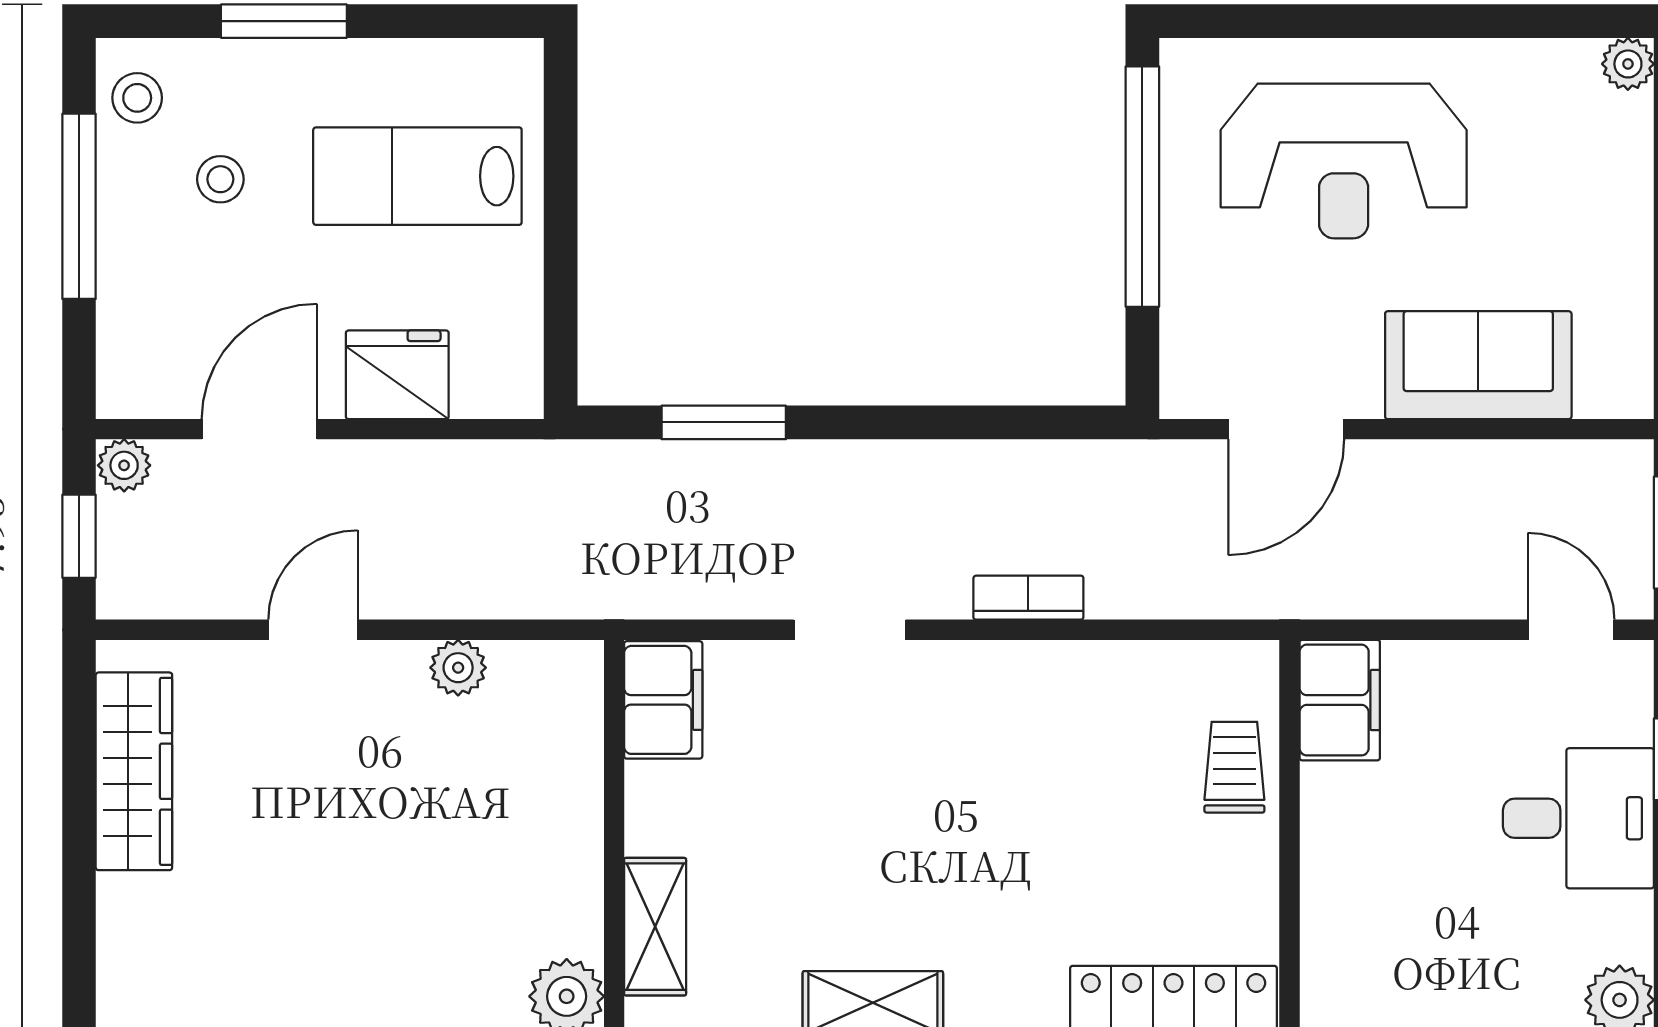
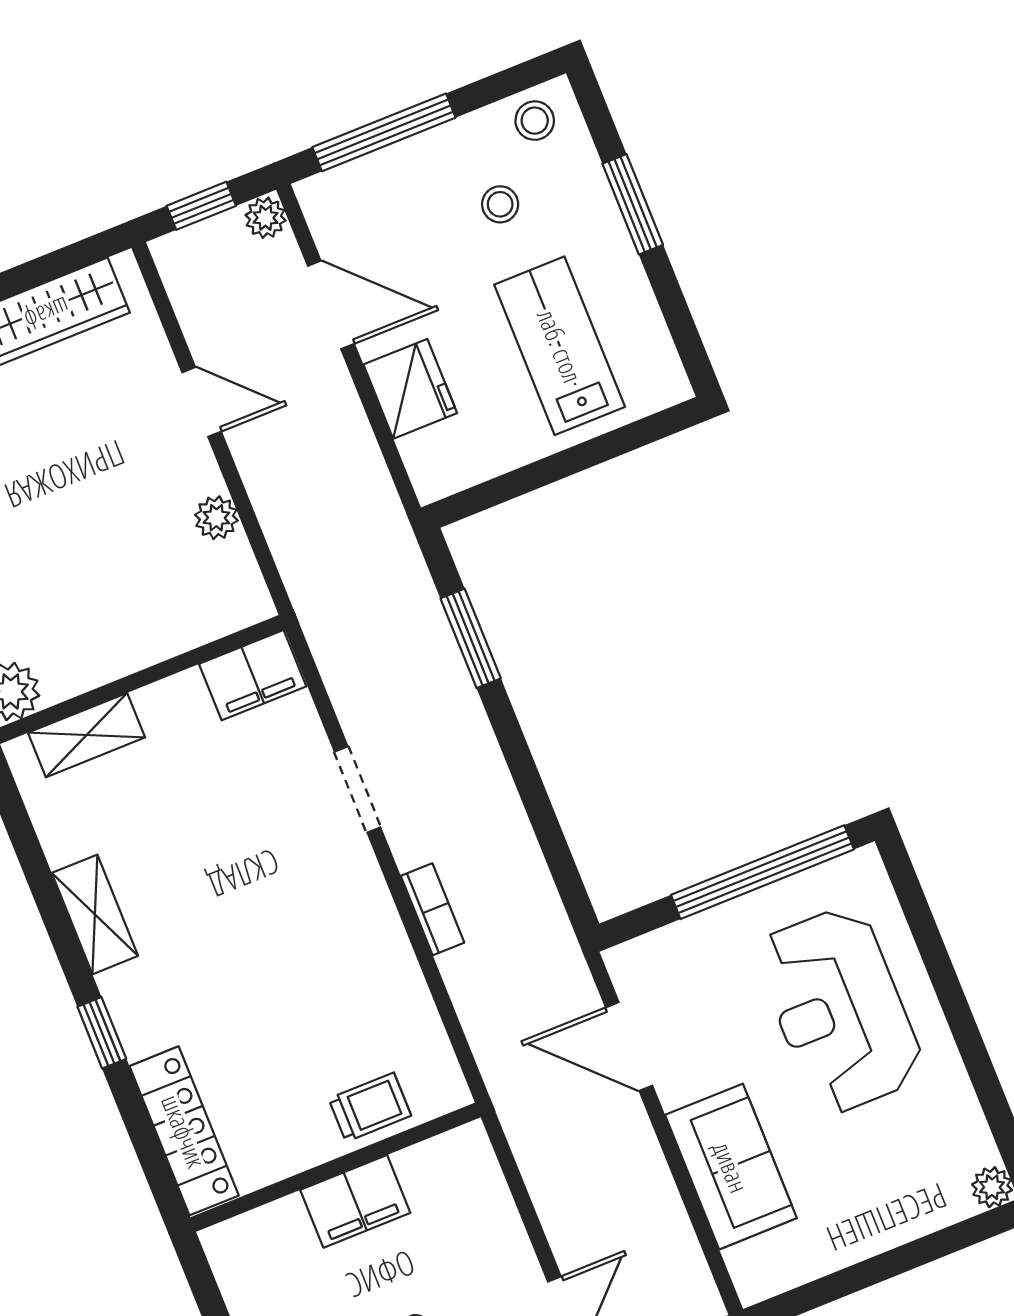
window: (79, 206) -> (384, 132), moved
filing cabinet: (1340, 700) -> (355, 1201), moved

